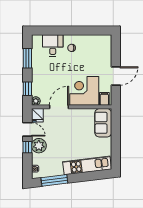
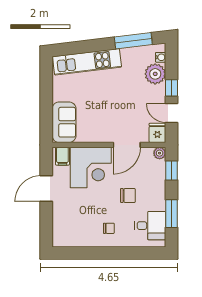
desk: (53, 45) -> (150, 226), moved, turned -90
chair: (58, 71) -> (128, 195), added
plant: (39, 146) -> (155, 74), moved

